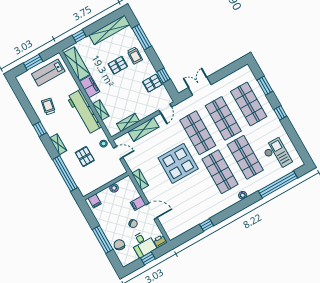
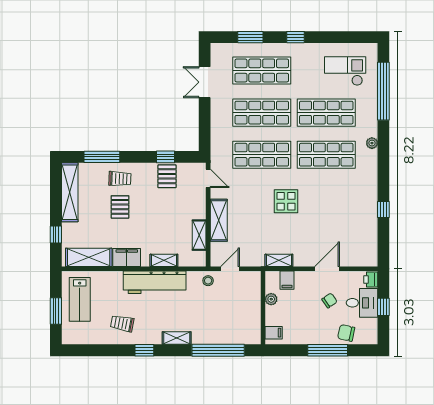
double door: (200, 86) -> (205, 82), moved
pallet: (85, 157) -> (211, 313), removed
display table: (178, 163) -> (286, 201), width x0.54, depth x0.54
filing cabinet: (138, 203) -> (287, 280), moved

